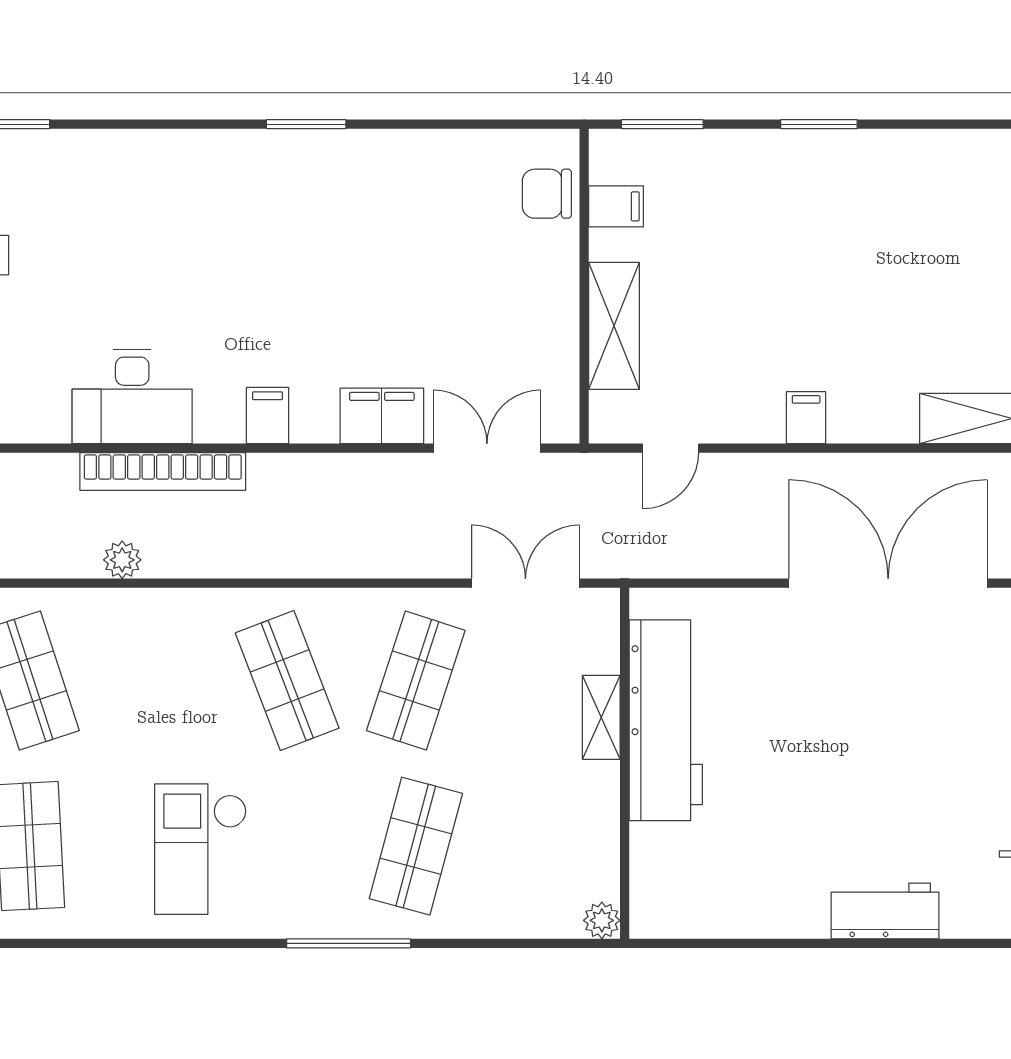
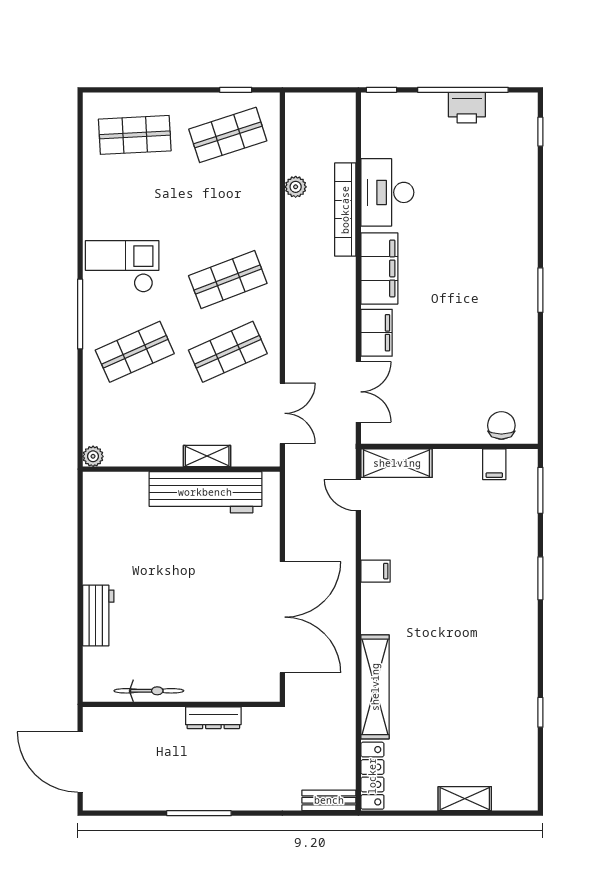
shelving: (614, 326) -> (397, 463), moved
filing cabinet: (267, 416) -> (379, 268), width x3.00, depth x1.17
shop shelf: (416, 680) -> (228, 352), turned -42
shop shelf: (416, 846) -> (135, 352), turned -39
checkout: (201, 849) -> (122, 266), moved

